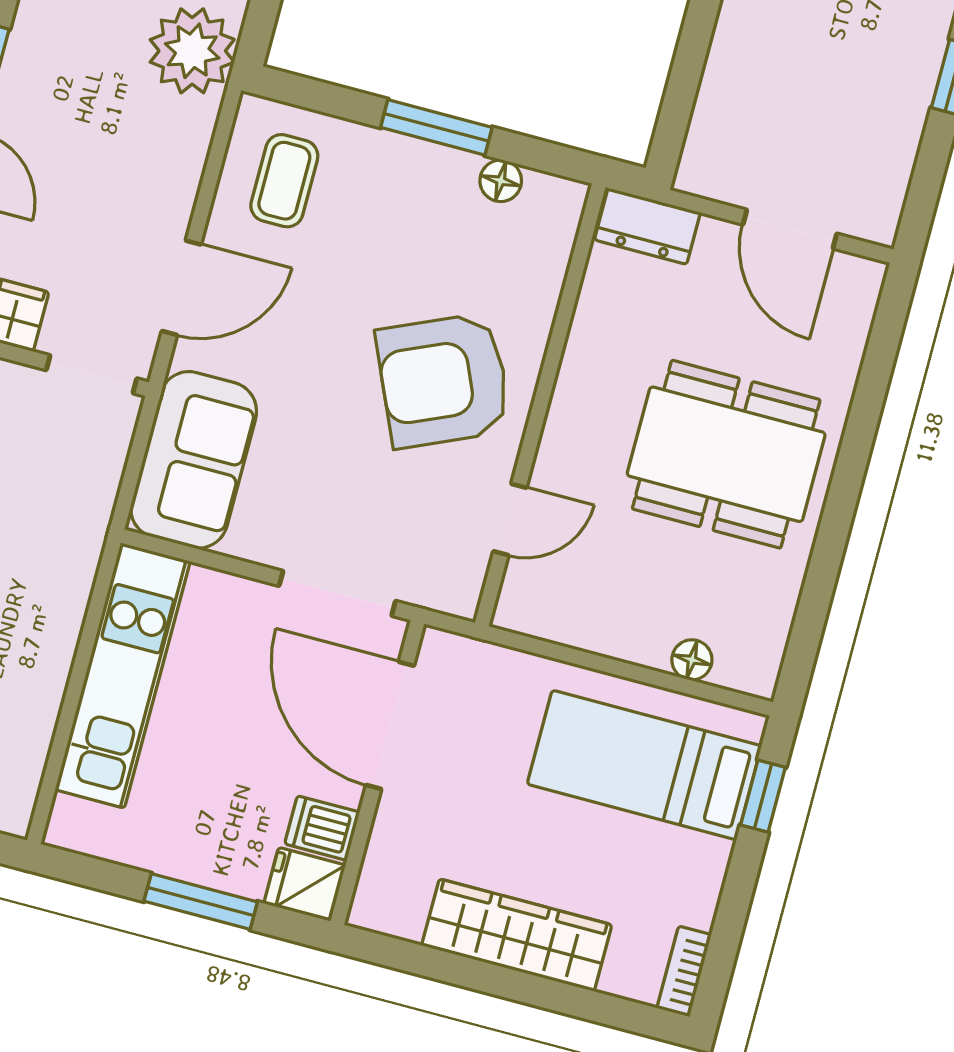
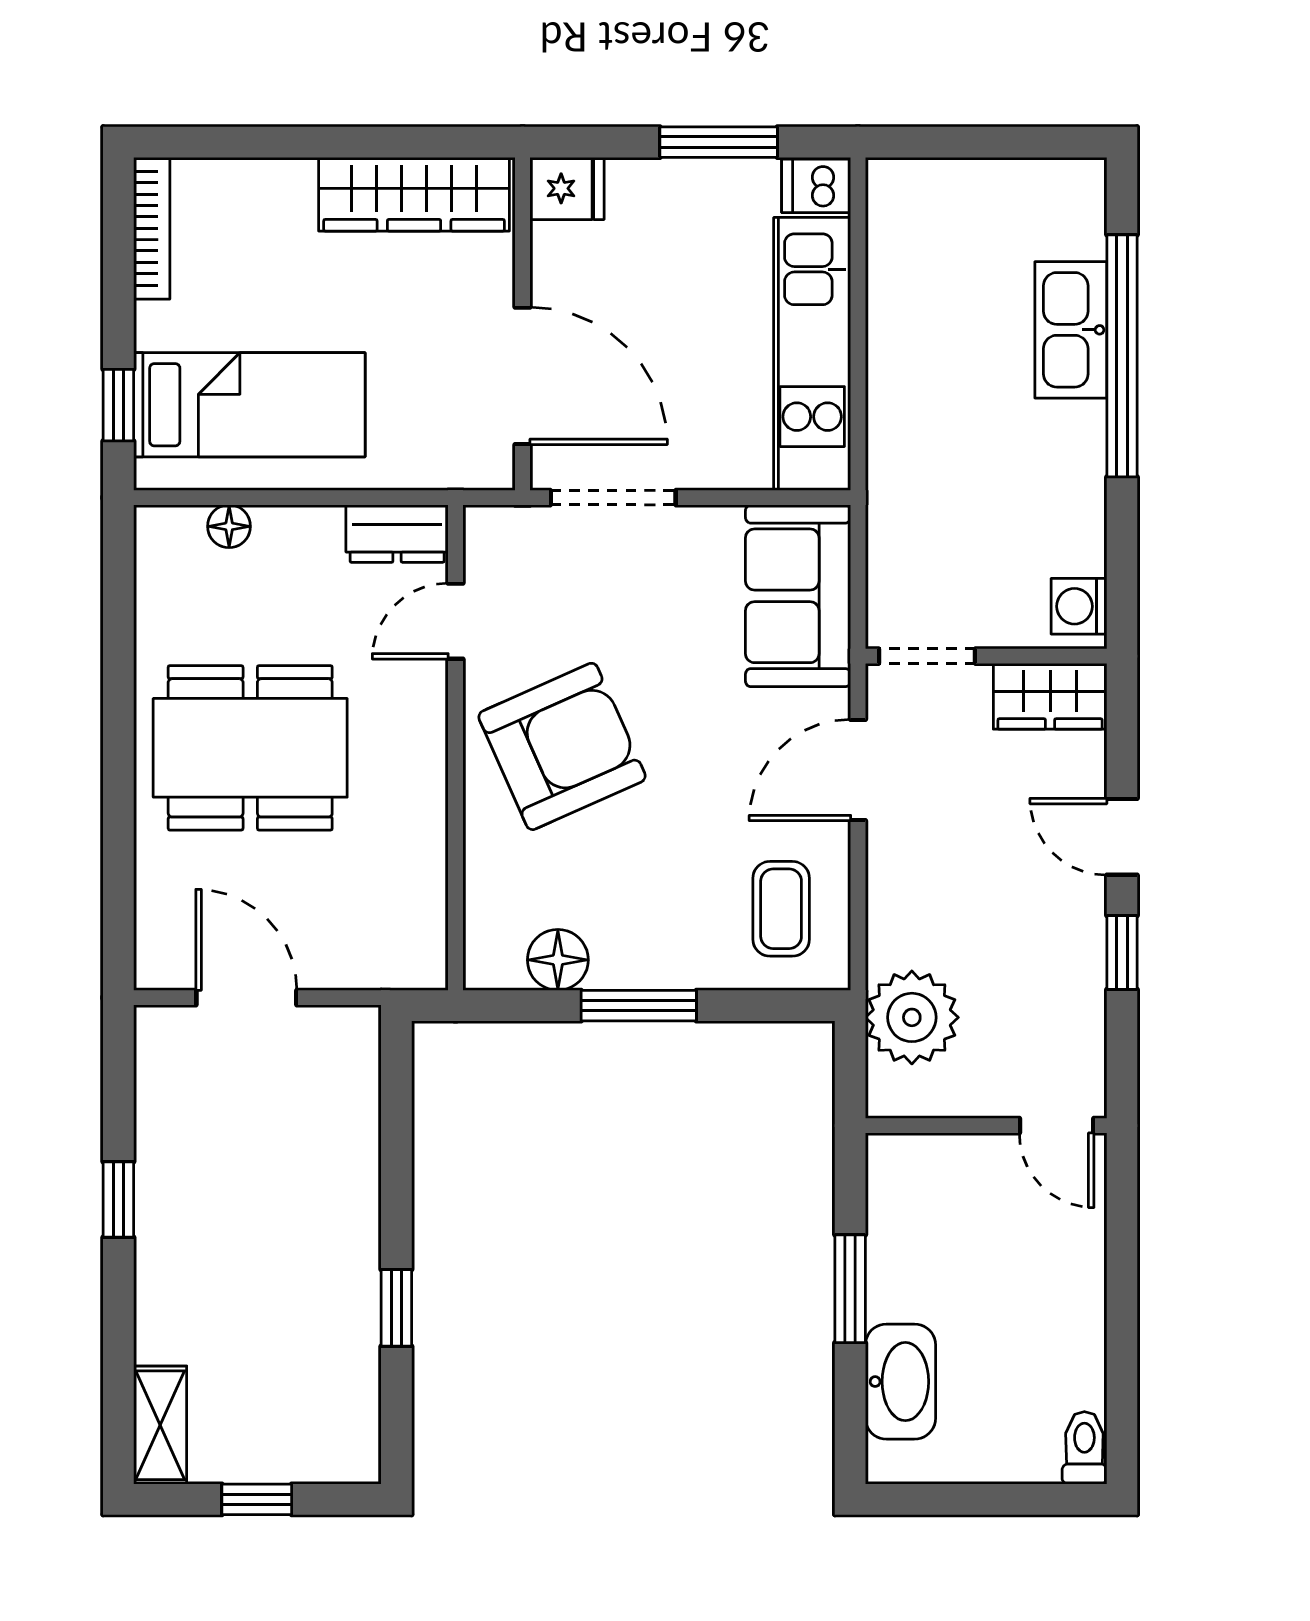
floor lamp: (501, 181) -> (558, 960), width x1.37, depth x1.37
dresser: (647, 226) -> (397, 534), moved, turned 180
dishwasher: (322, 828) -> (816, 186), moved, turned 180
window: (201, 902) -> (719, 142), moved
wardrobe: (517, 935) -> (414, 194), moved
bookcase: (684, 971) -> (152, 228), width x1.56

